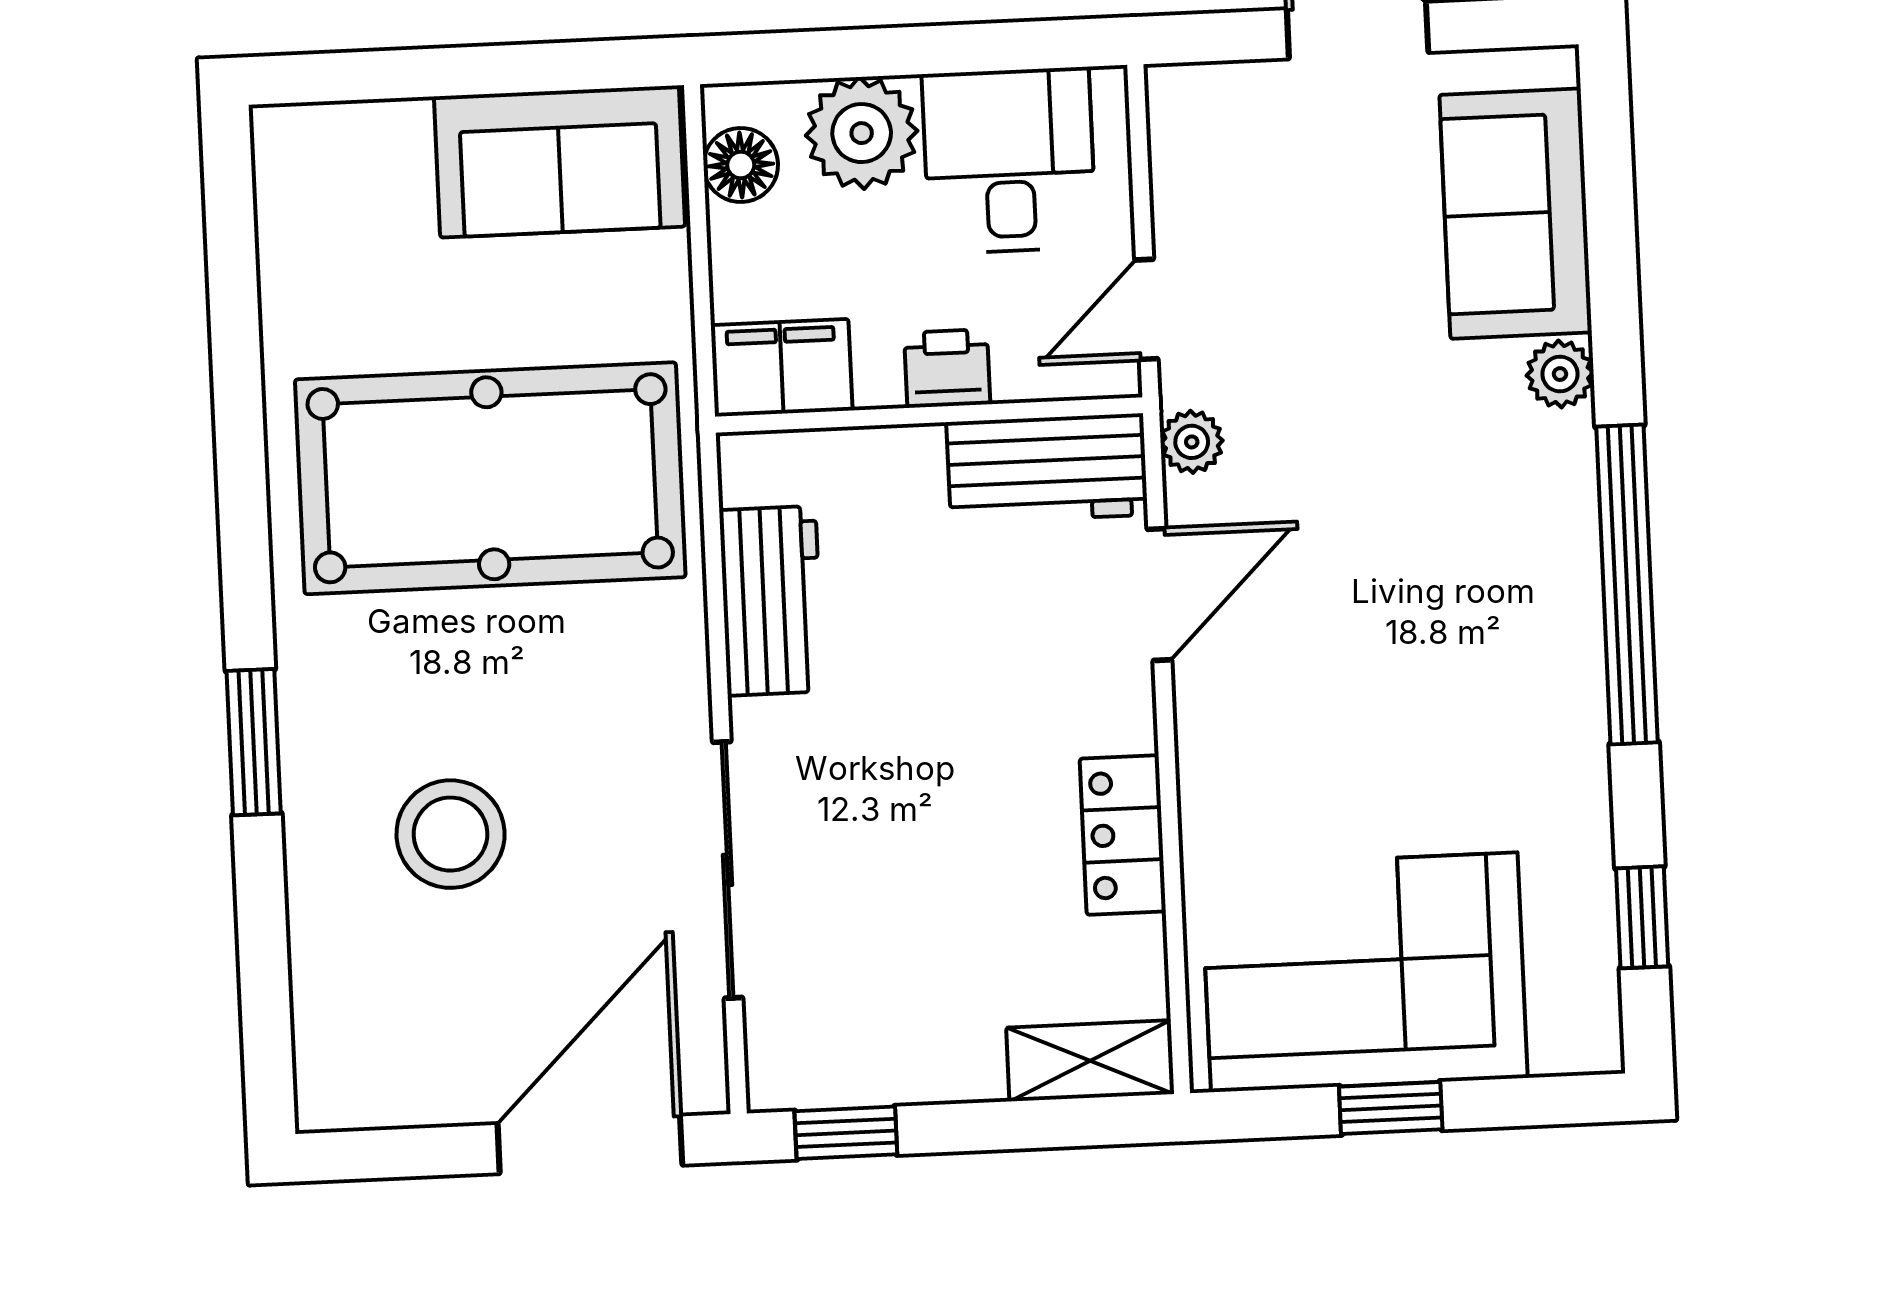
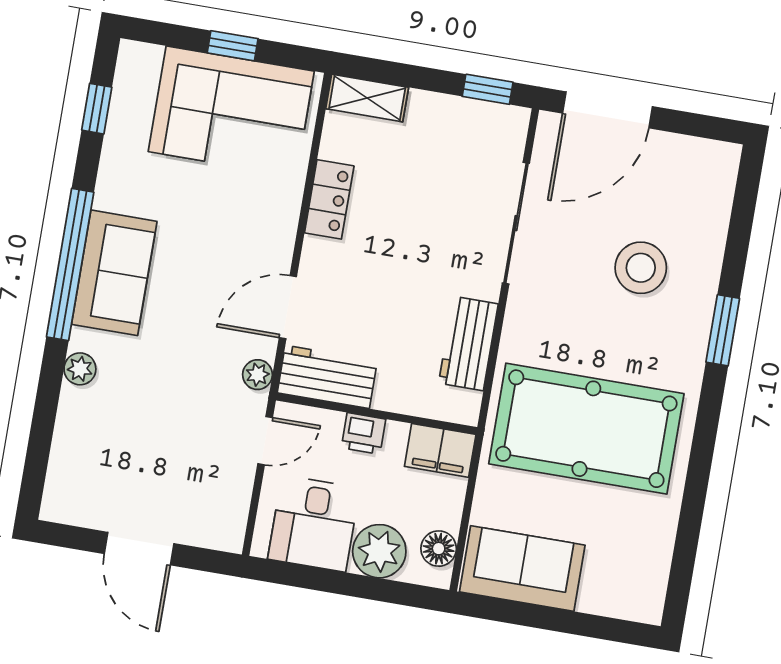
sofa: (1516, 214) -> (114, 273), moved

